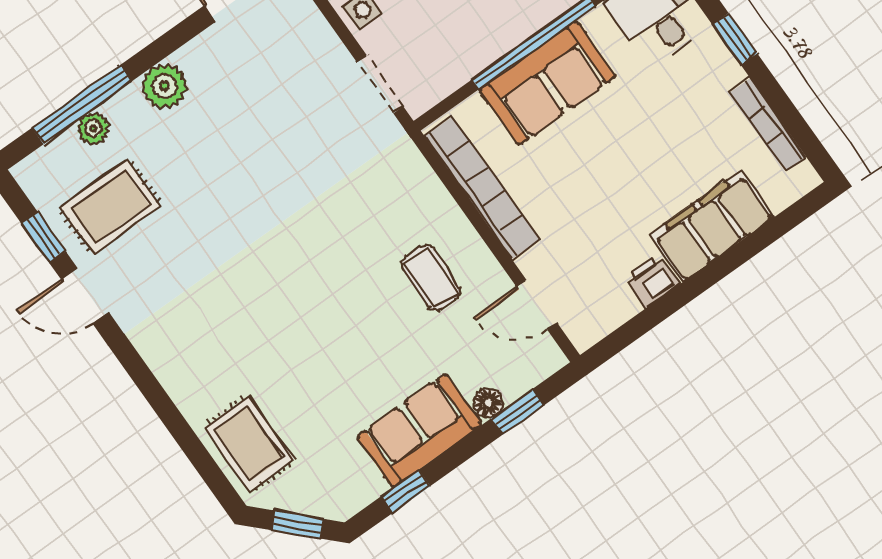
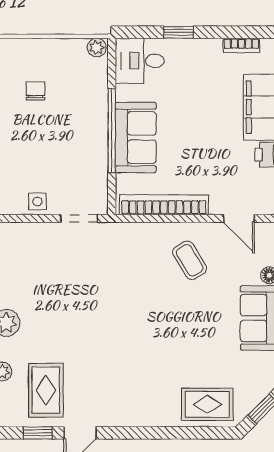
bookcase: (768, 124) -> (241, 45), width x0.64
coffee table: (431, 278) -> (190, 260), turned 57
door: (537, 305) -> (239, 218), hinge flipped

